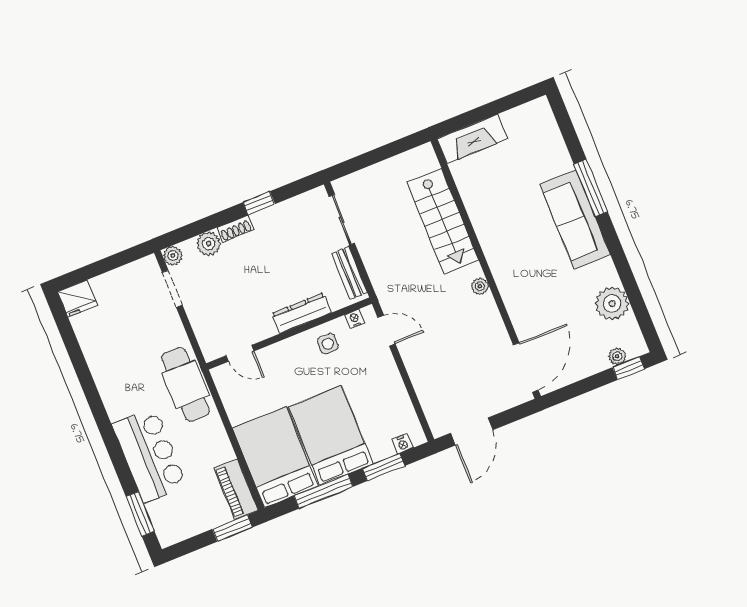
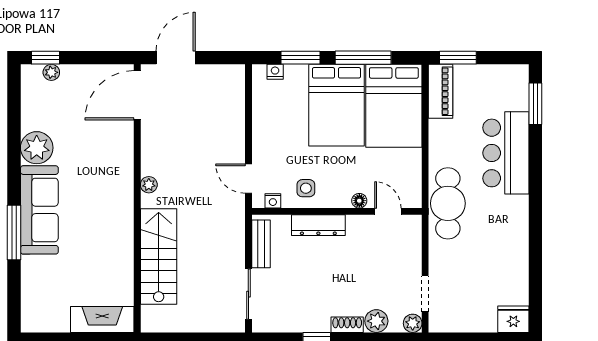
plant: (612, 303) -> (37, 148), moved
floor lamp: (272, 352) -> (359, 201), added
door: (472, 431) -> (176, 58), moved

